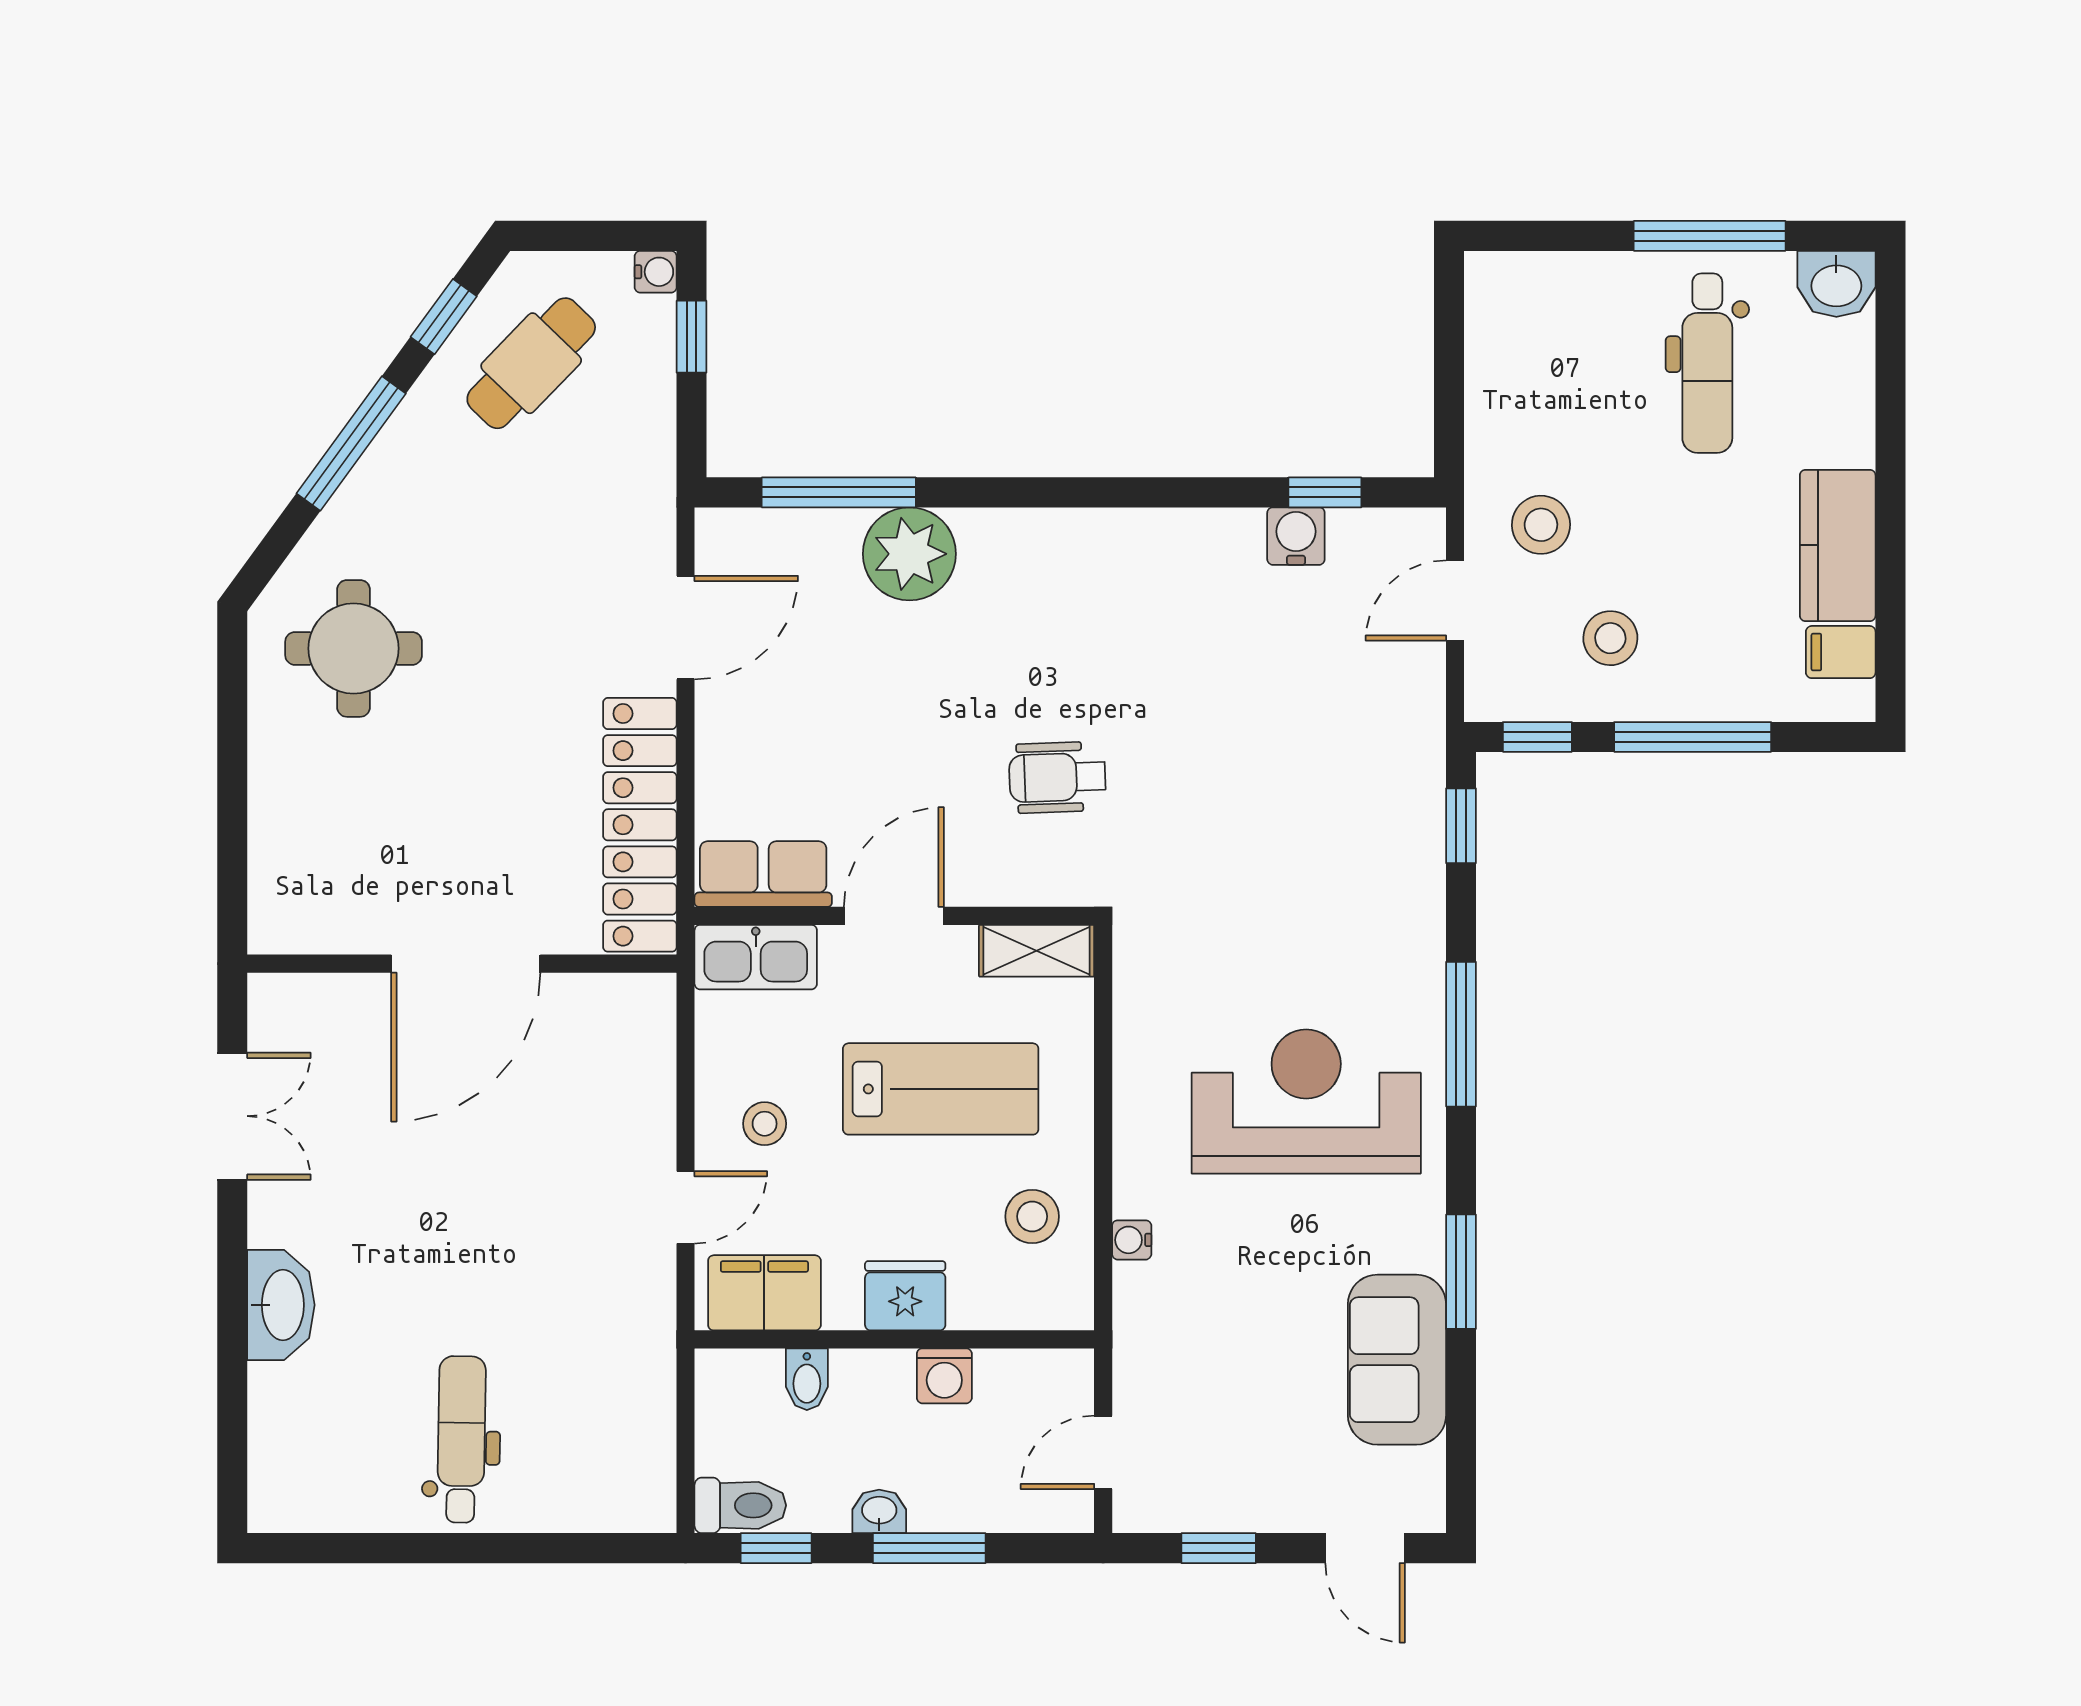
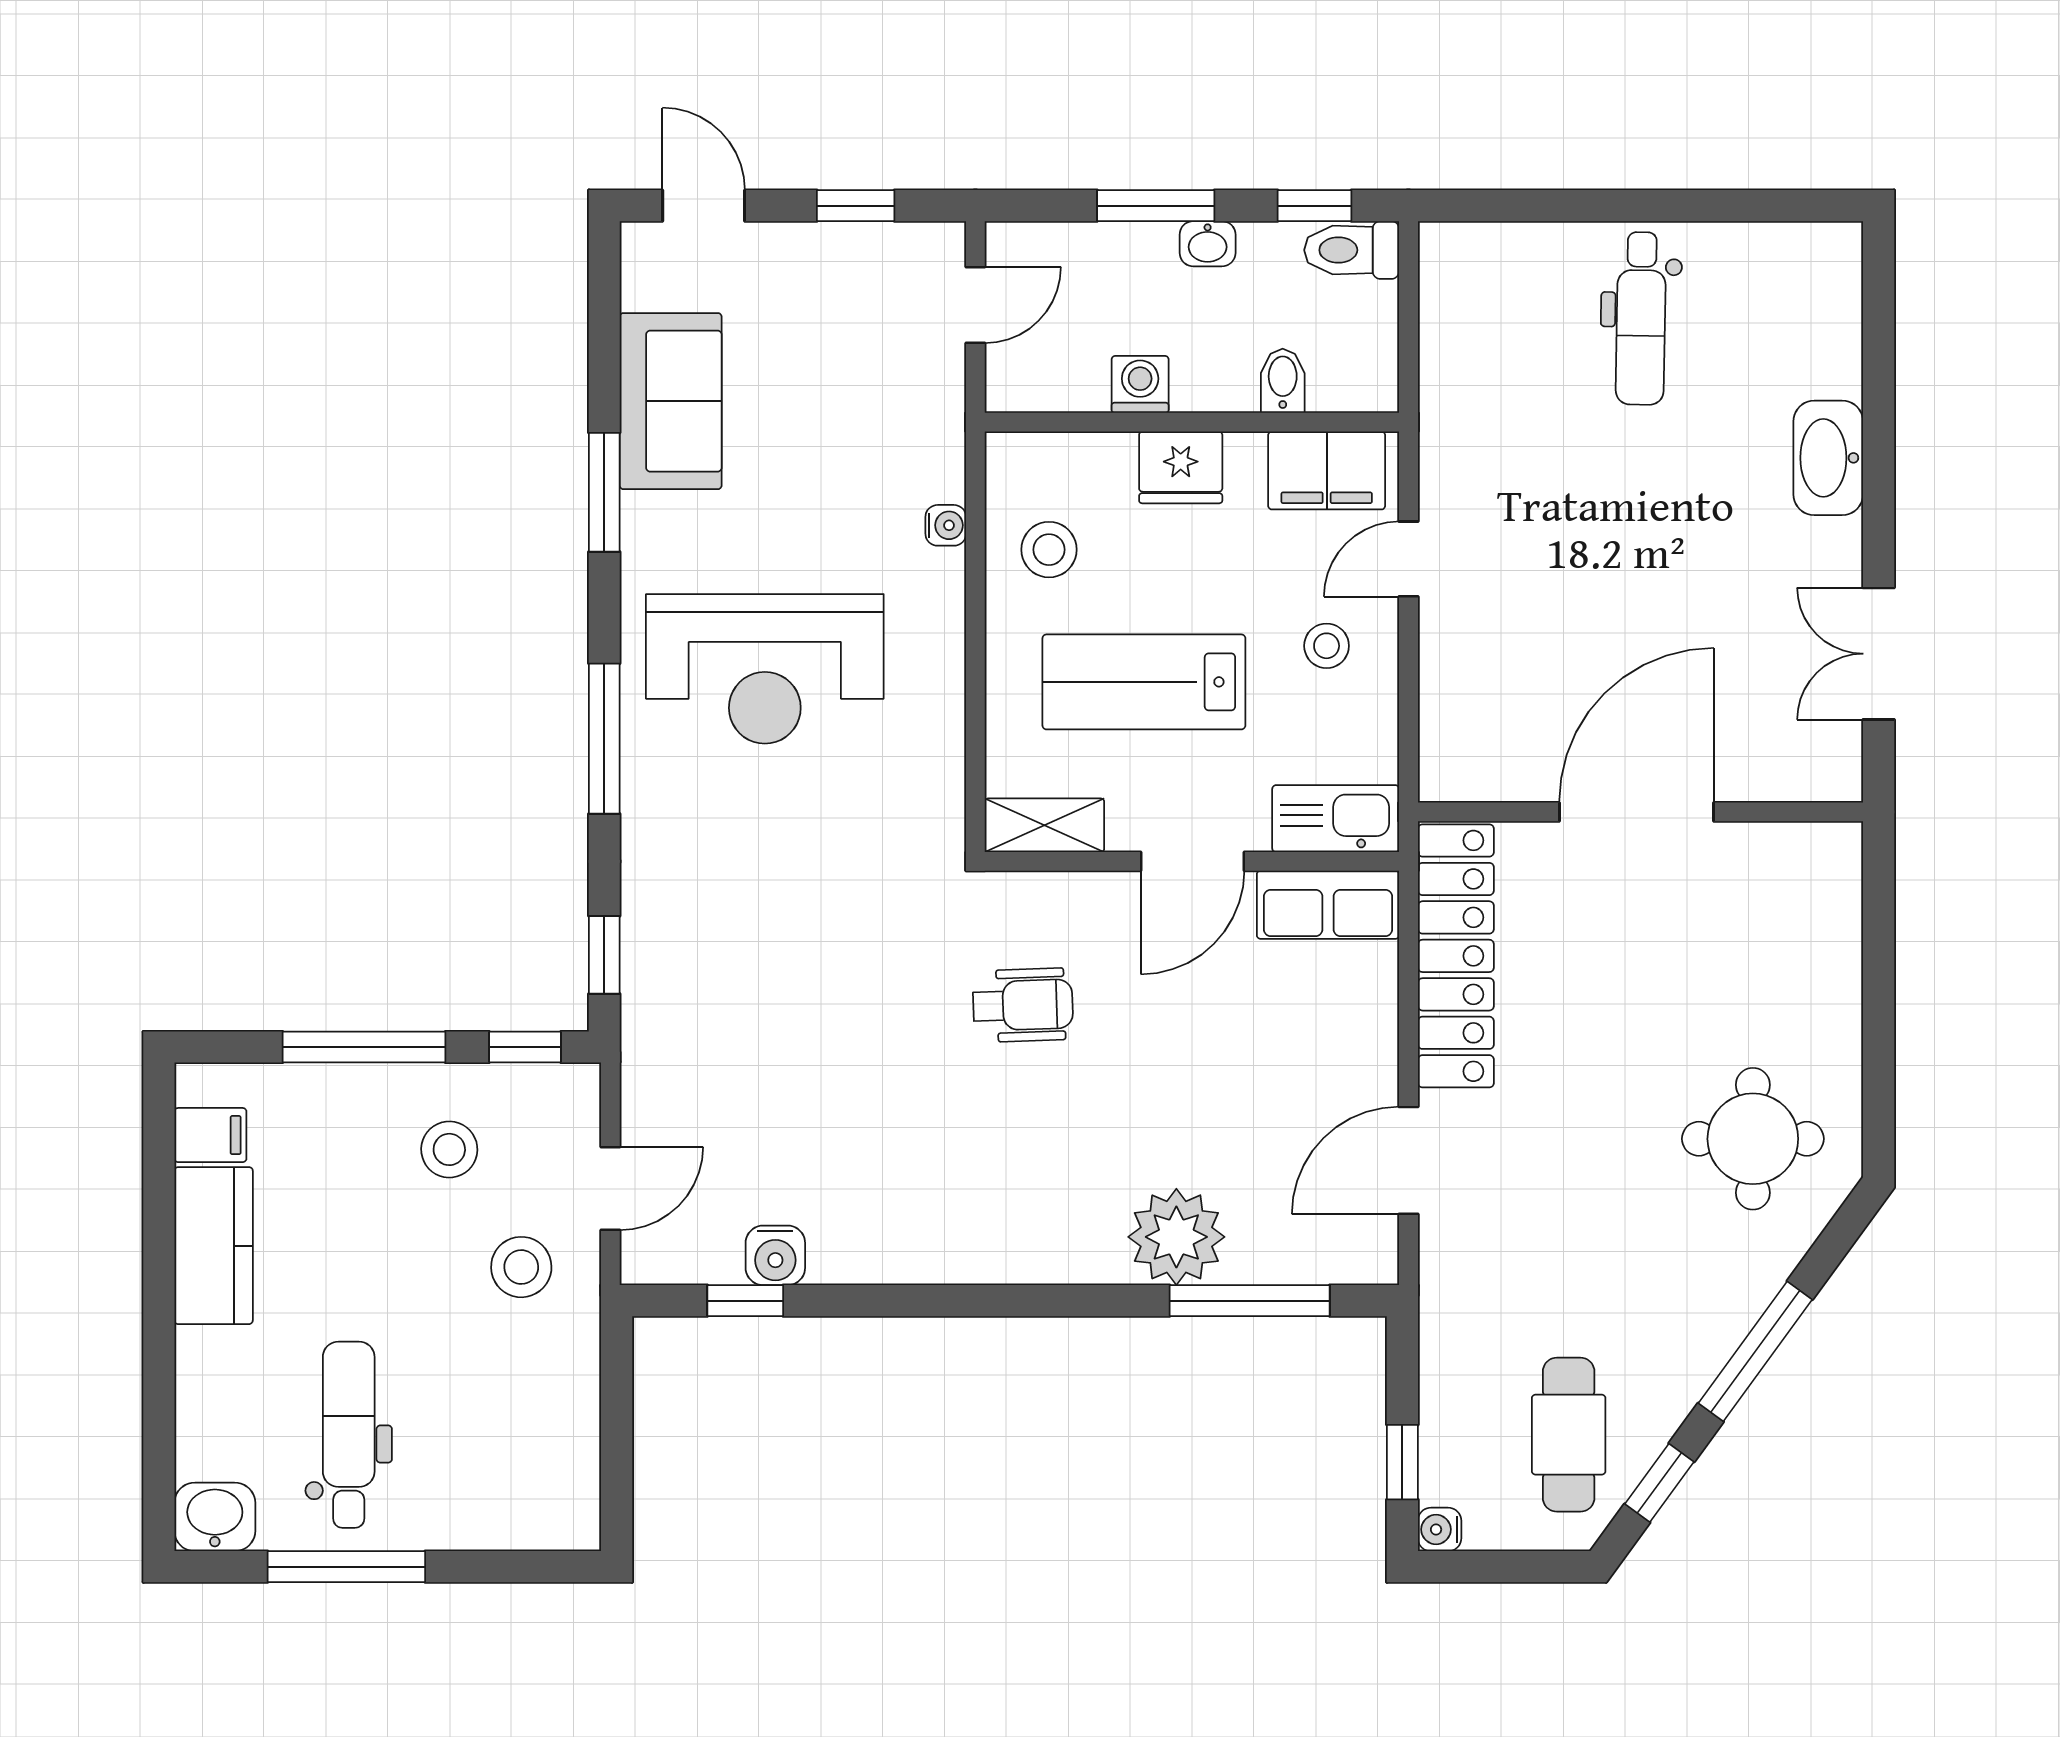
cafe table: (531, 363) -> (1569, 1435), turned -44

